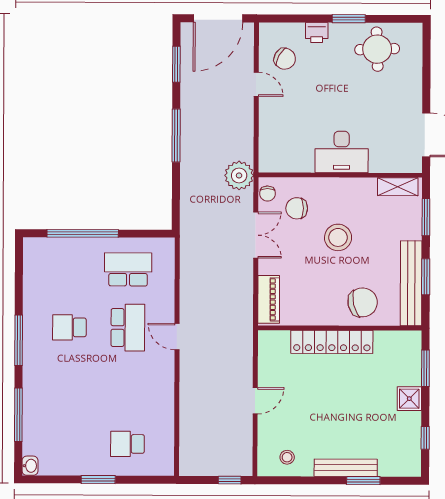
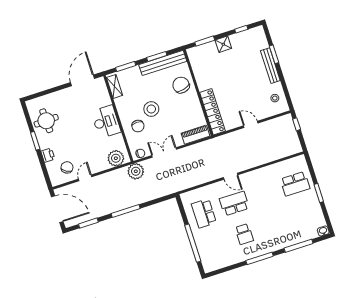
plant: (273, 148) -> (116, 158), added
chair: (297, 208) -> (138, 126), moved
door: (177, 337) -> (231, 176), hinge flipped
locker: (332, 342) -> (213, 112), moved
school desk: (127, 444) -> (295, 184), width x1.85

